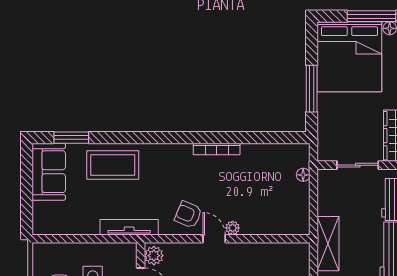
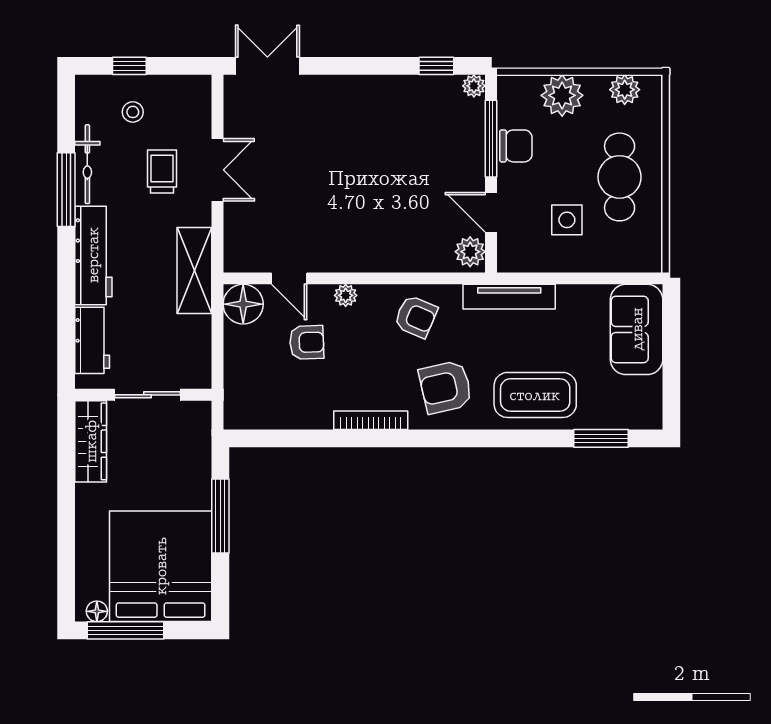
armchair: (169, 170) -> (446, 387), added
sofa: (49, 172) -> (637, 329), moved
floor lamp: (303, 175) -> (243, 304), moved, width x1.89, depth x1.89
armchair: (257, 198) -> (307, 342), added
door: (214, 239) -> (289, 278), moved

